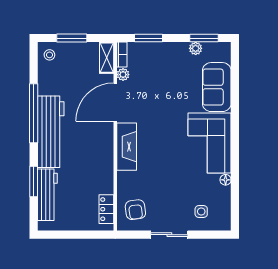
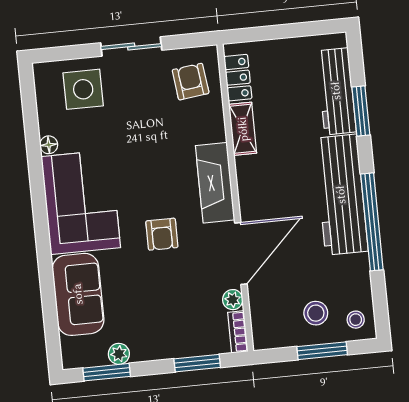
shelving: (107, 58) -> (243, 129), moved
stool: (73, 61) -> (316, 313), added
armchair: (162, 119) -> (162, 234), added
side table: (201, 211) -> (83, 89), width x1.87, depth x1.87

